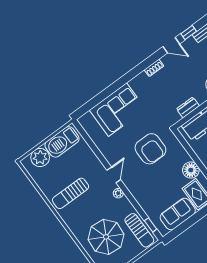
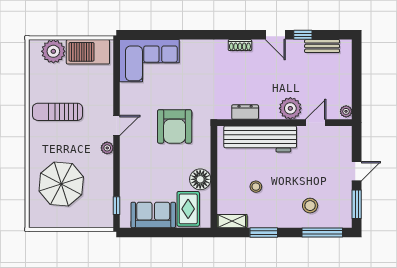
corner sofa: (118, 110) -> (149, 61), moved
sun lounger: (139, 230) -> (101, 203), removed

